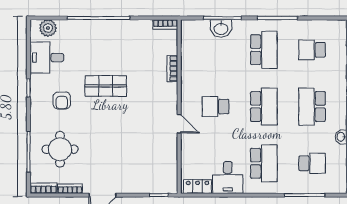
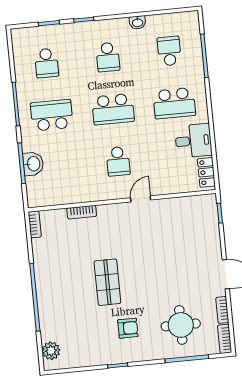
desk: (47, 58) -> (83, 349), removed
school desk: (264, 107) -> (113, 109), turned 180
school desk: (312, 107) -> (108, 57), width x0.54
school desk: (264, 163) -> (174, 103), turned 180

